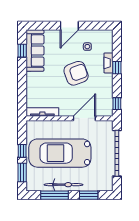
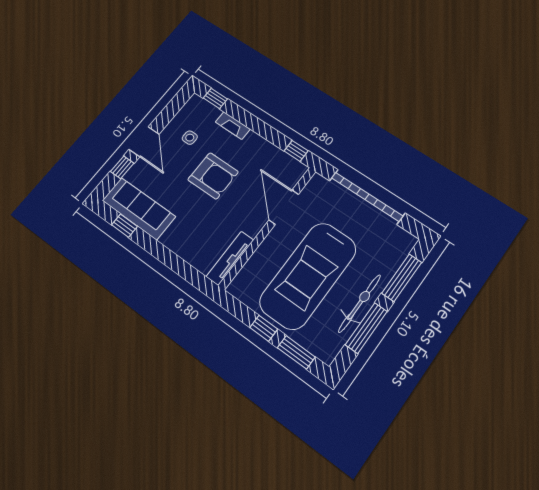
window: (49, 26) -> (122, 167), added
window: (117, 68) -> (215, 98), moved
armchair: (76, 73) -> (213, 176), turned 110
window: (89, 195) -> (402, 278), width x1.44

